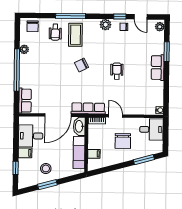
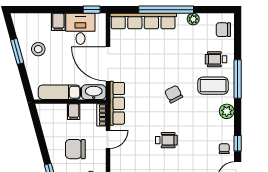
plant: (106, 25) -> (227, 111), moved
row of seats: (25, 101) -> (143, 21), width x2.02
filing cabinet: (94, 154) -> (74, 112), moved
window: (16, 168) -> (92, 10), moved

